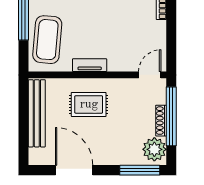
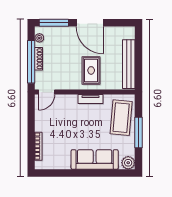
rug: (89, 104) -> (91, 70), turned 90
plant: (154, 149) -> (39, 38), width x0.53, depth x0.53
door: (74, 170) -> (90, 23), moved

